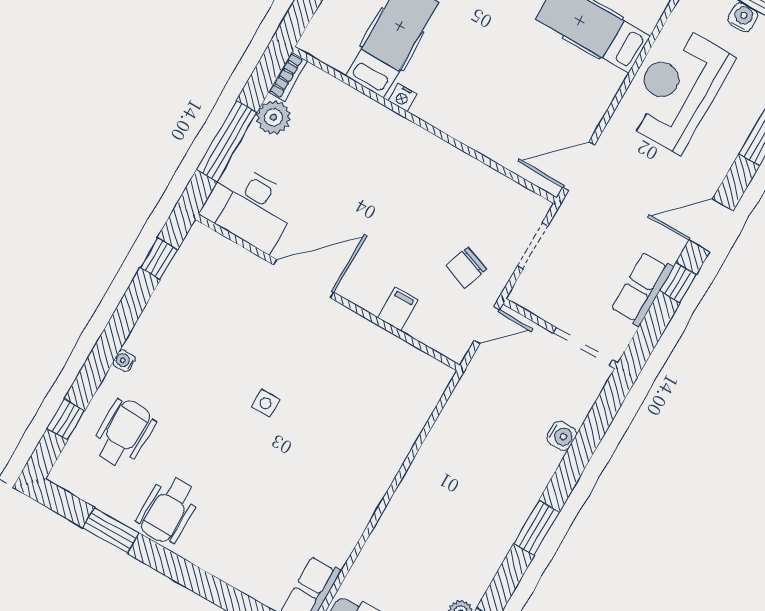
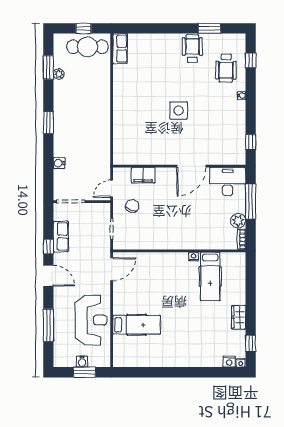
door: (711, 225) -> (48, 276), hinge flipped
filing cabinet: (398, 309) -> (143, 175), width x2.00
side table: (265, 403) -> (179, 110), width x1.87, depth x1.87

